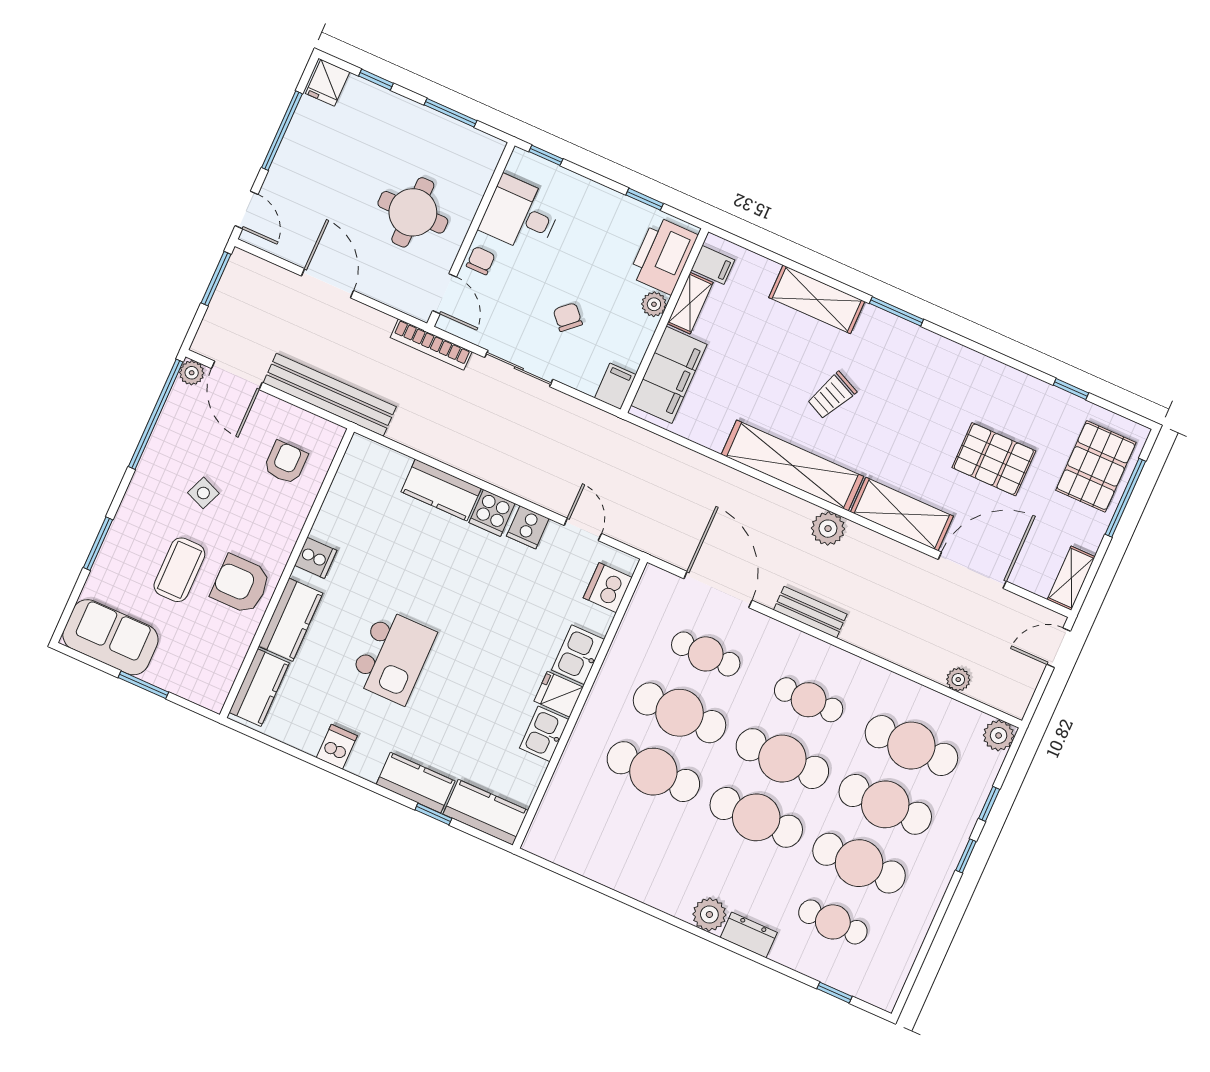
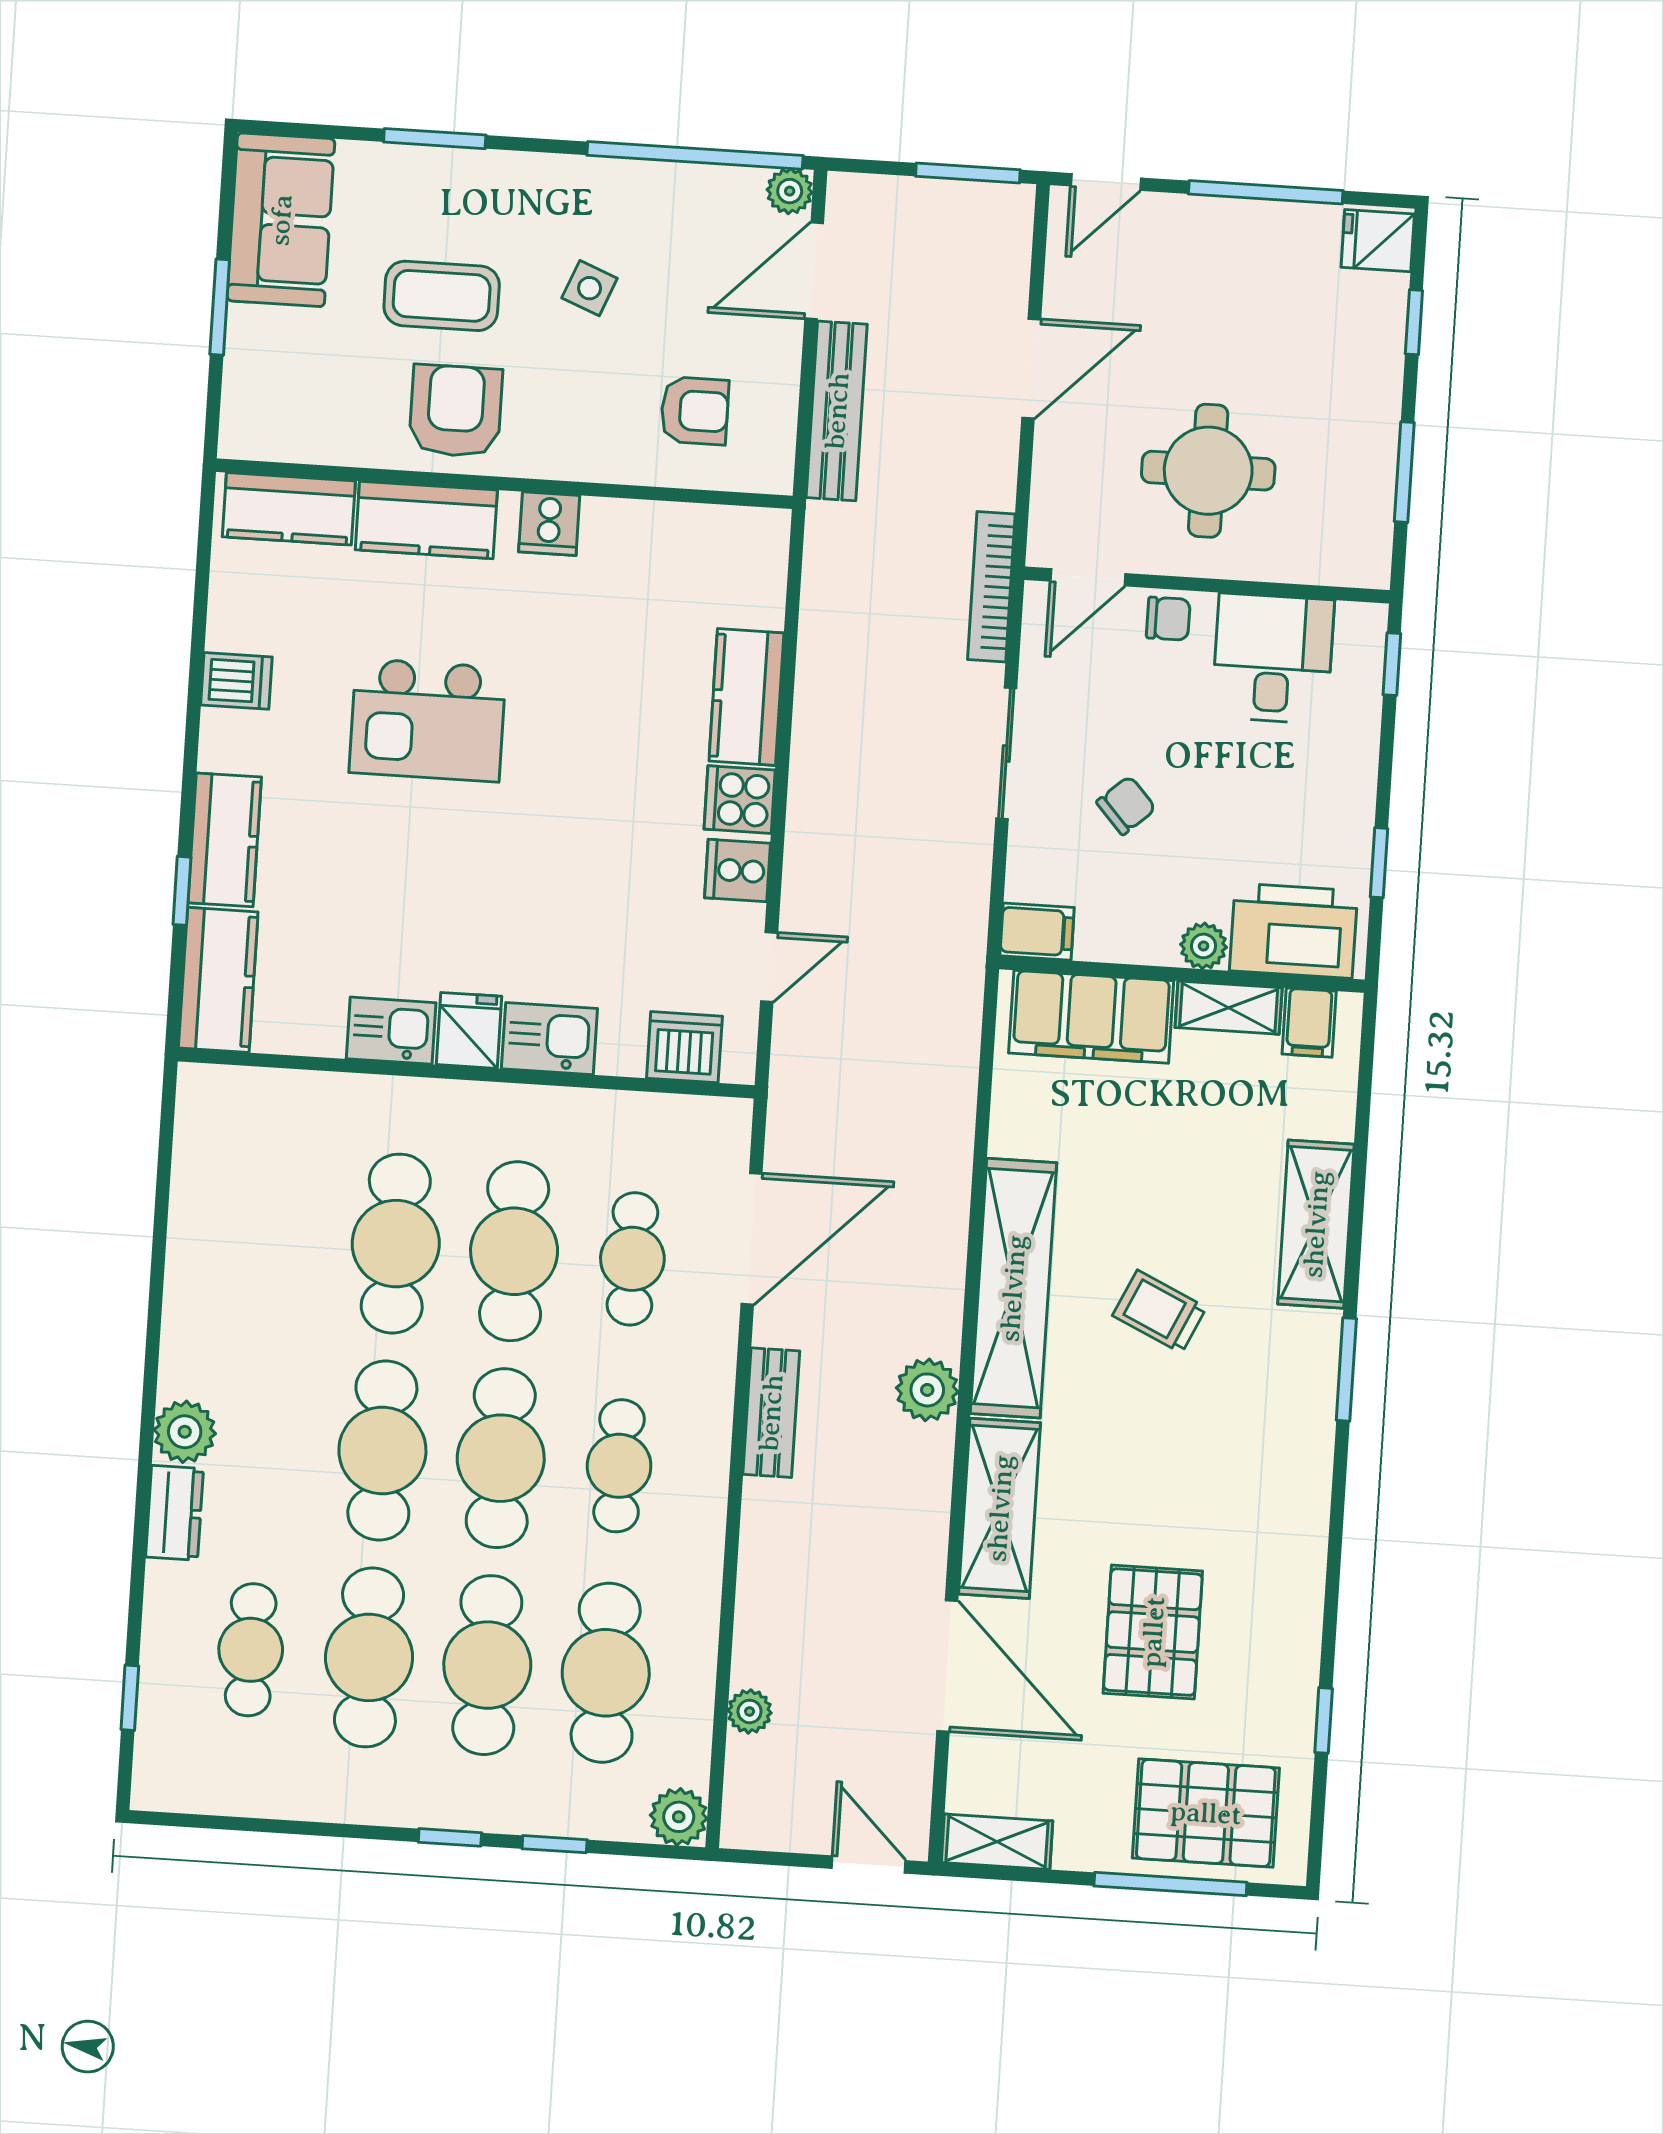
bench: (330, 395) -> (837, 411), width x0.73, depth x0.82

